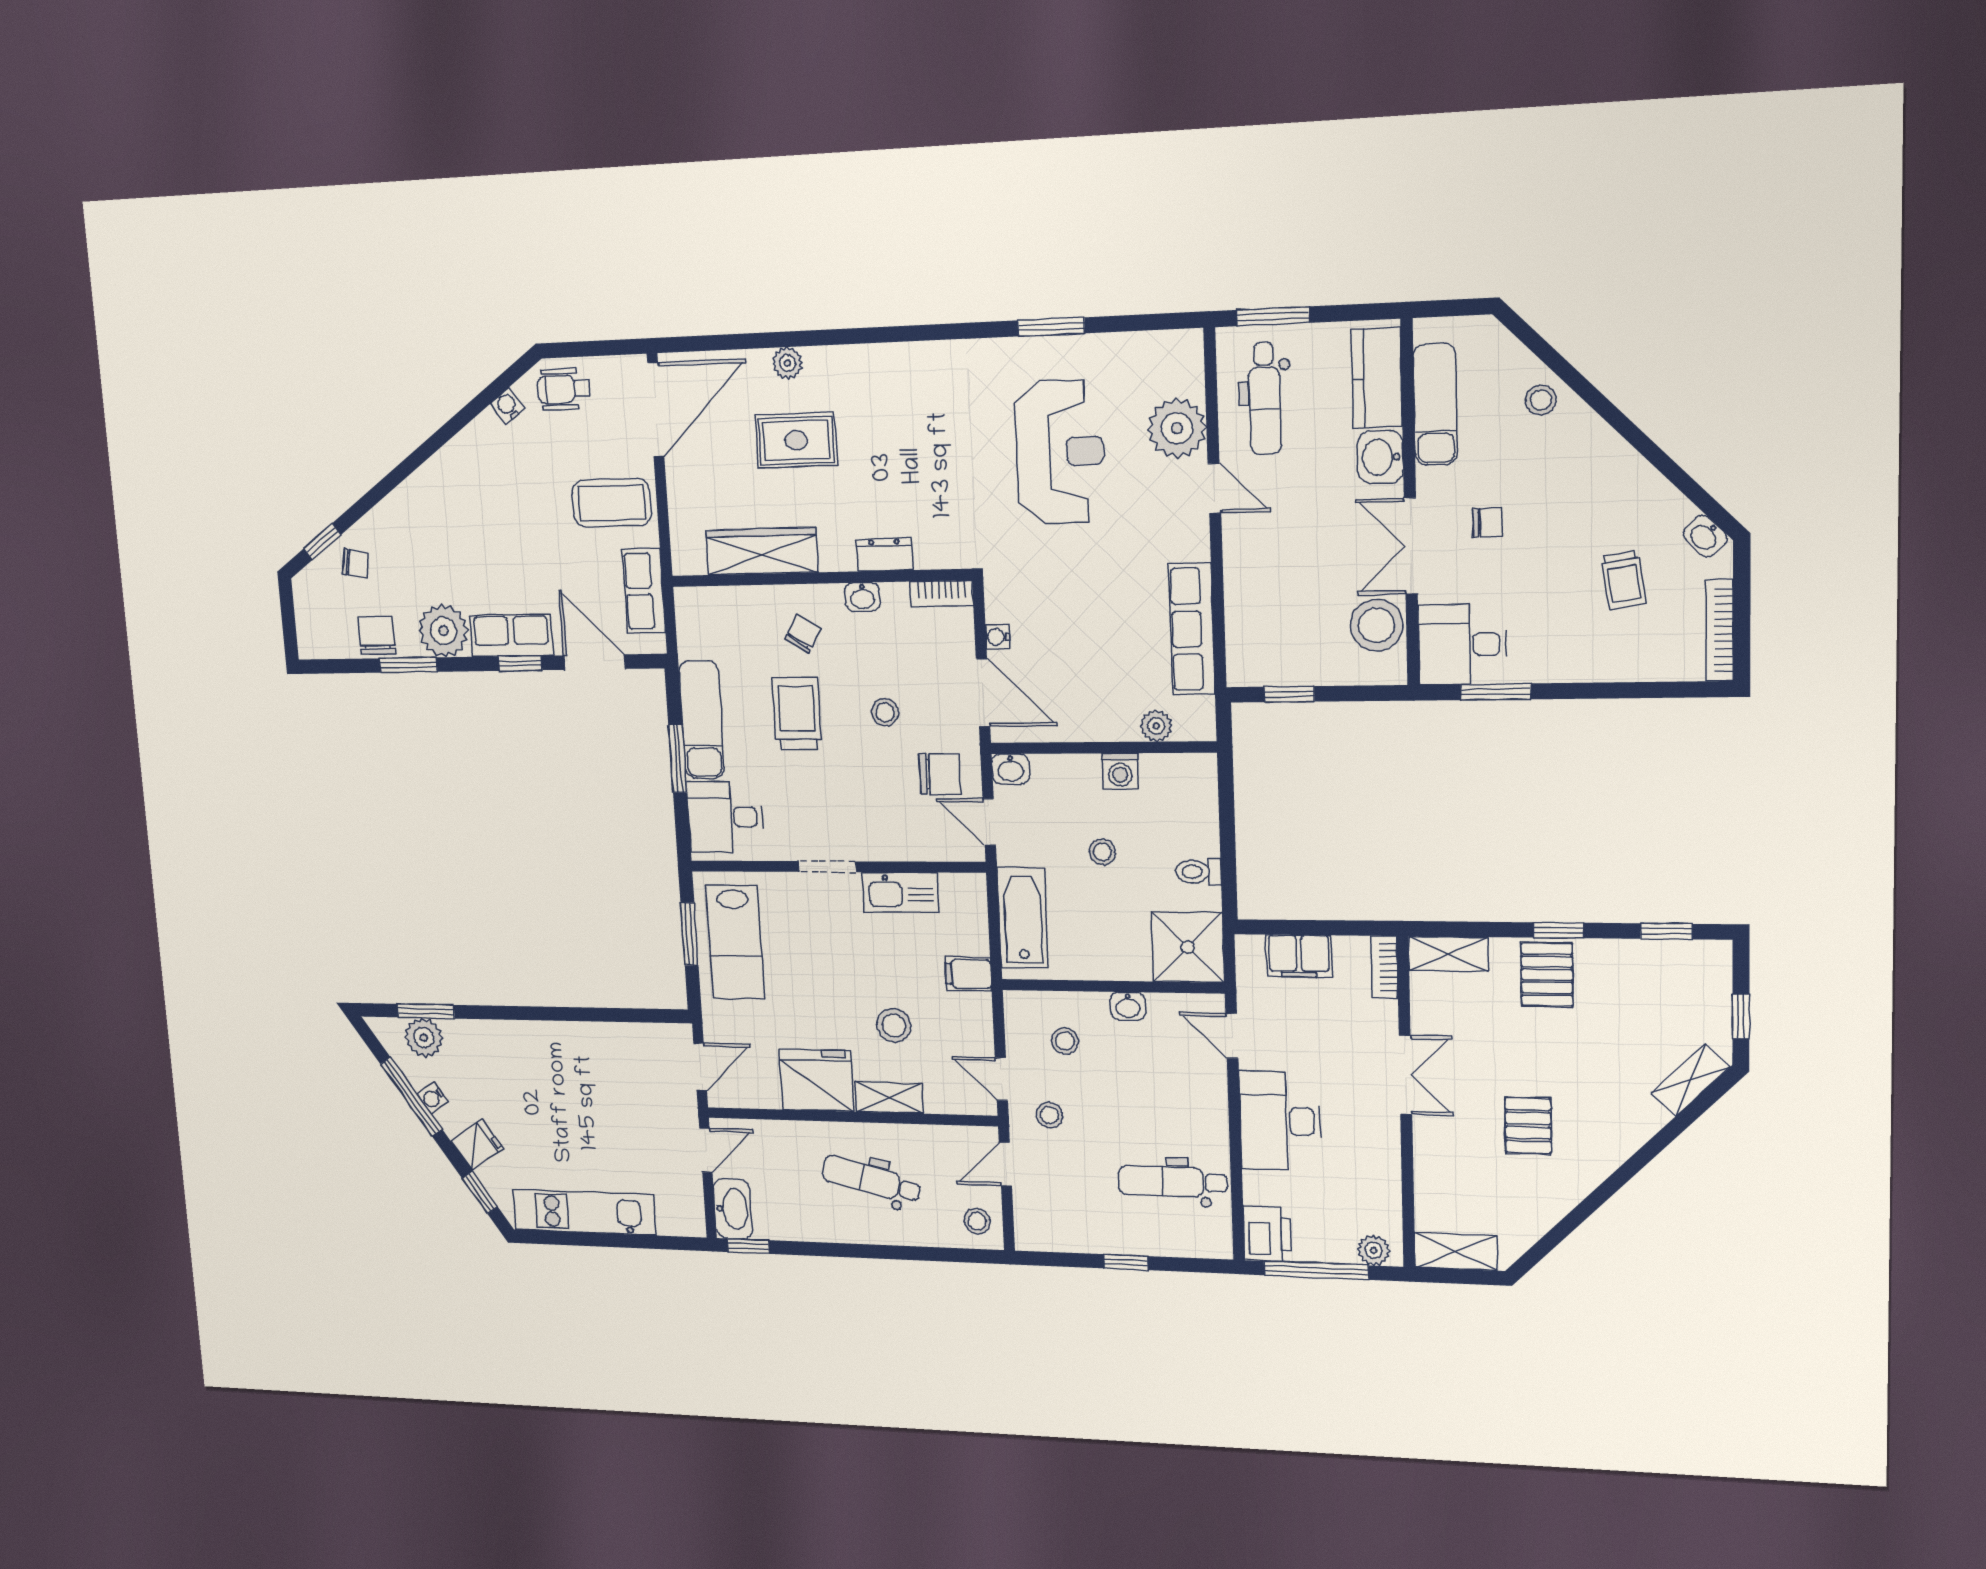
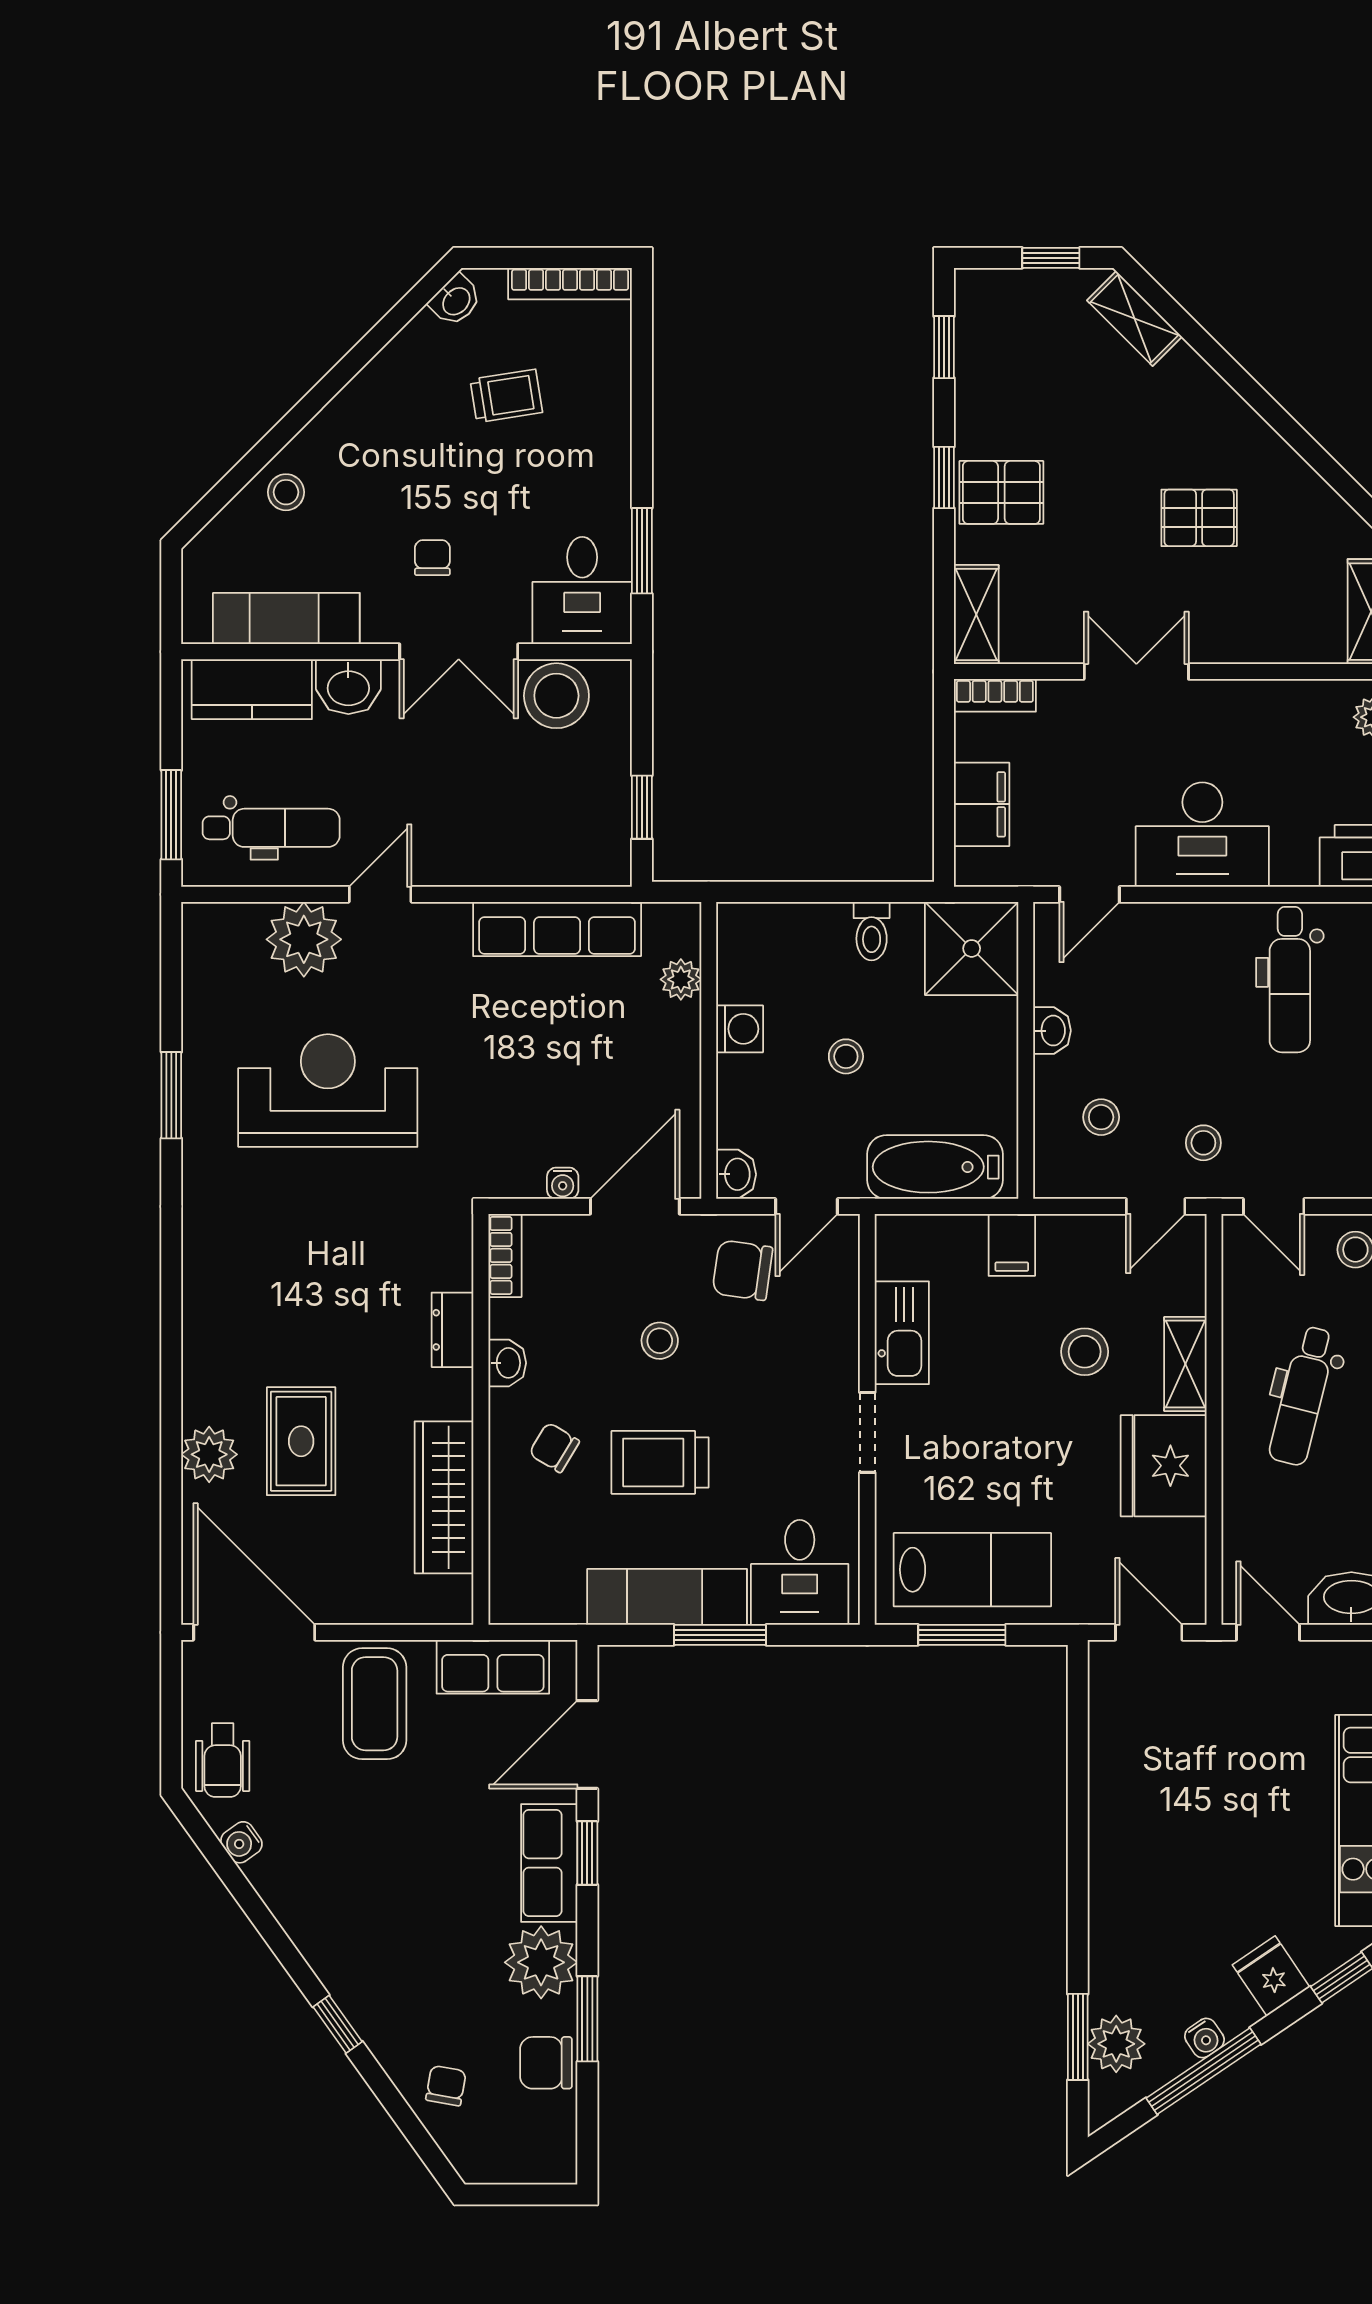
plant: (787, 363) -> (209, 1454), width x1.38, depth x1.38
window: (322, 542) -> (338, 2024), moved
chair: (940, 774) -> (743, 1270), turned -82

